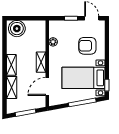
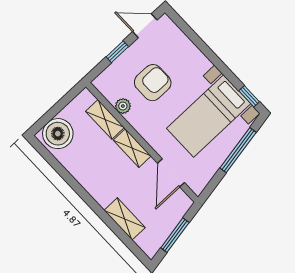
armchair: (87, 46) -> (153, 83), moved, turned 180
shelving: (11, 65) -> (105, 119), moved

